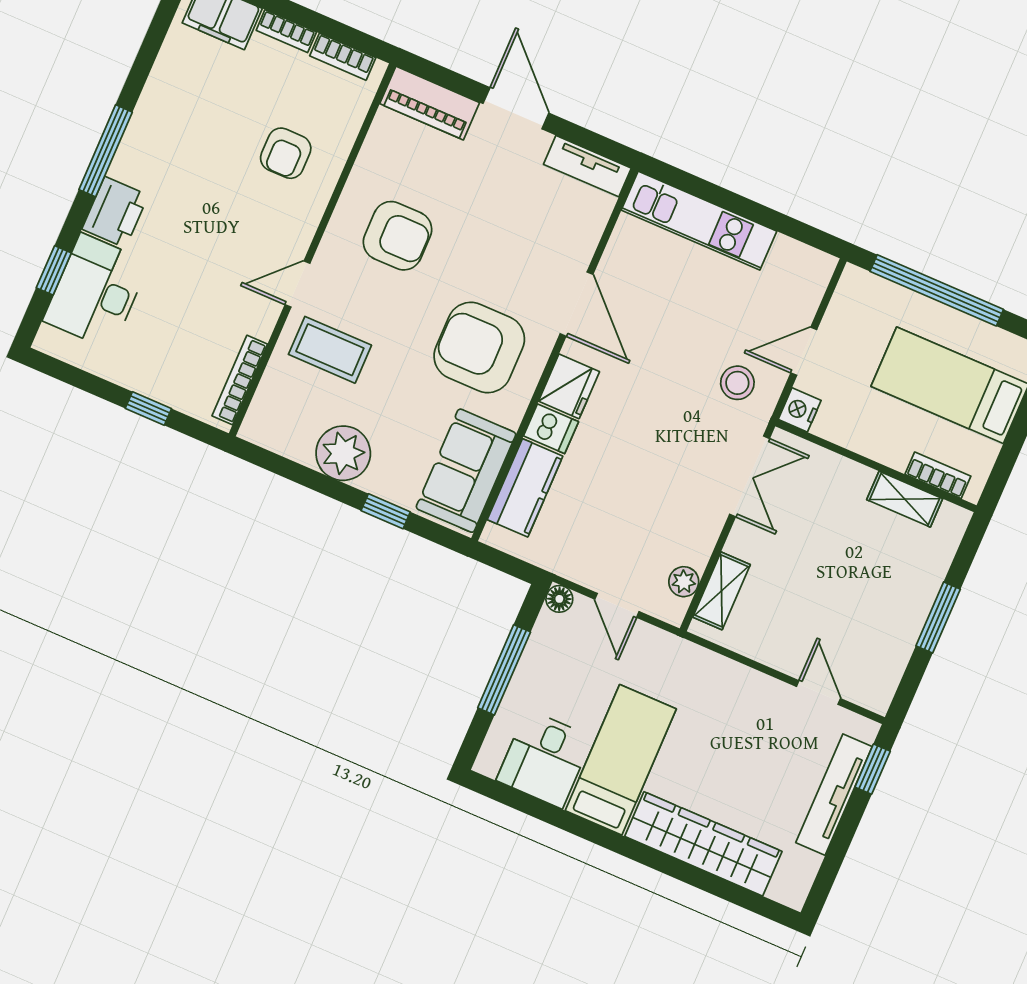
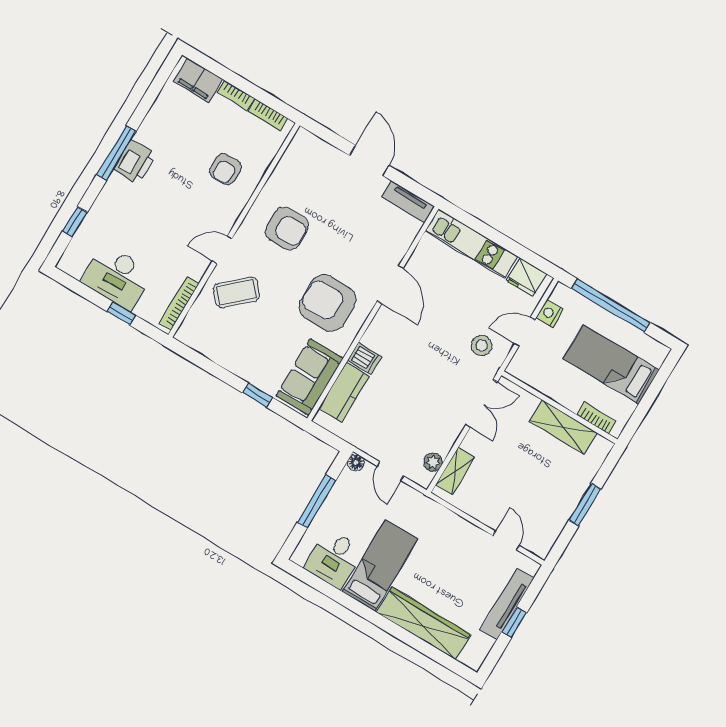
piano: (430, 103) -> (317, 150), removed
printer: (115, 212) -> (135, 162), moved
desk: (96, 291) -> (117, 277), moved, turned -90
coffee table: (330, 350) -> (237, 292), turned -43
fridge: (569, 386) -> (526, 277), moved, turned 90
nightstand: (800, 410) -> (550, 313), moved
plant: (343, 453) -> (236, 356), removed
shelving: (905, 499) -> (563, 427), width x1.50, depth x1.33
window: (873, 769) -> (514, 622), moved

